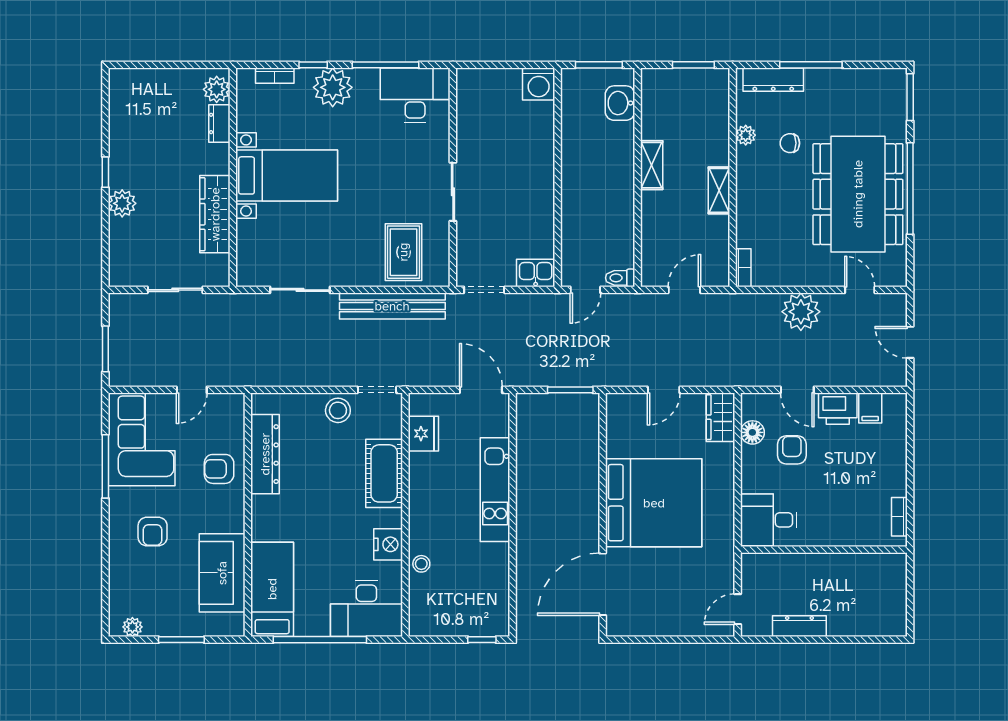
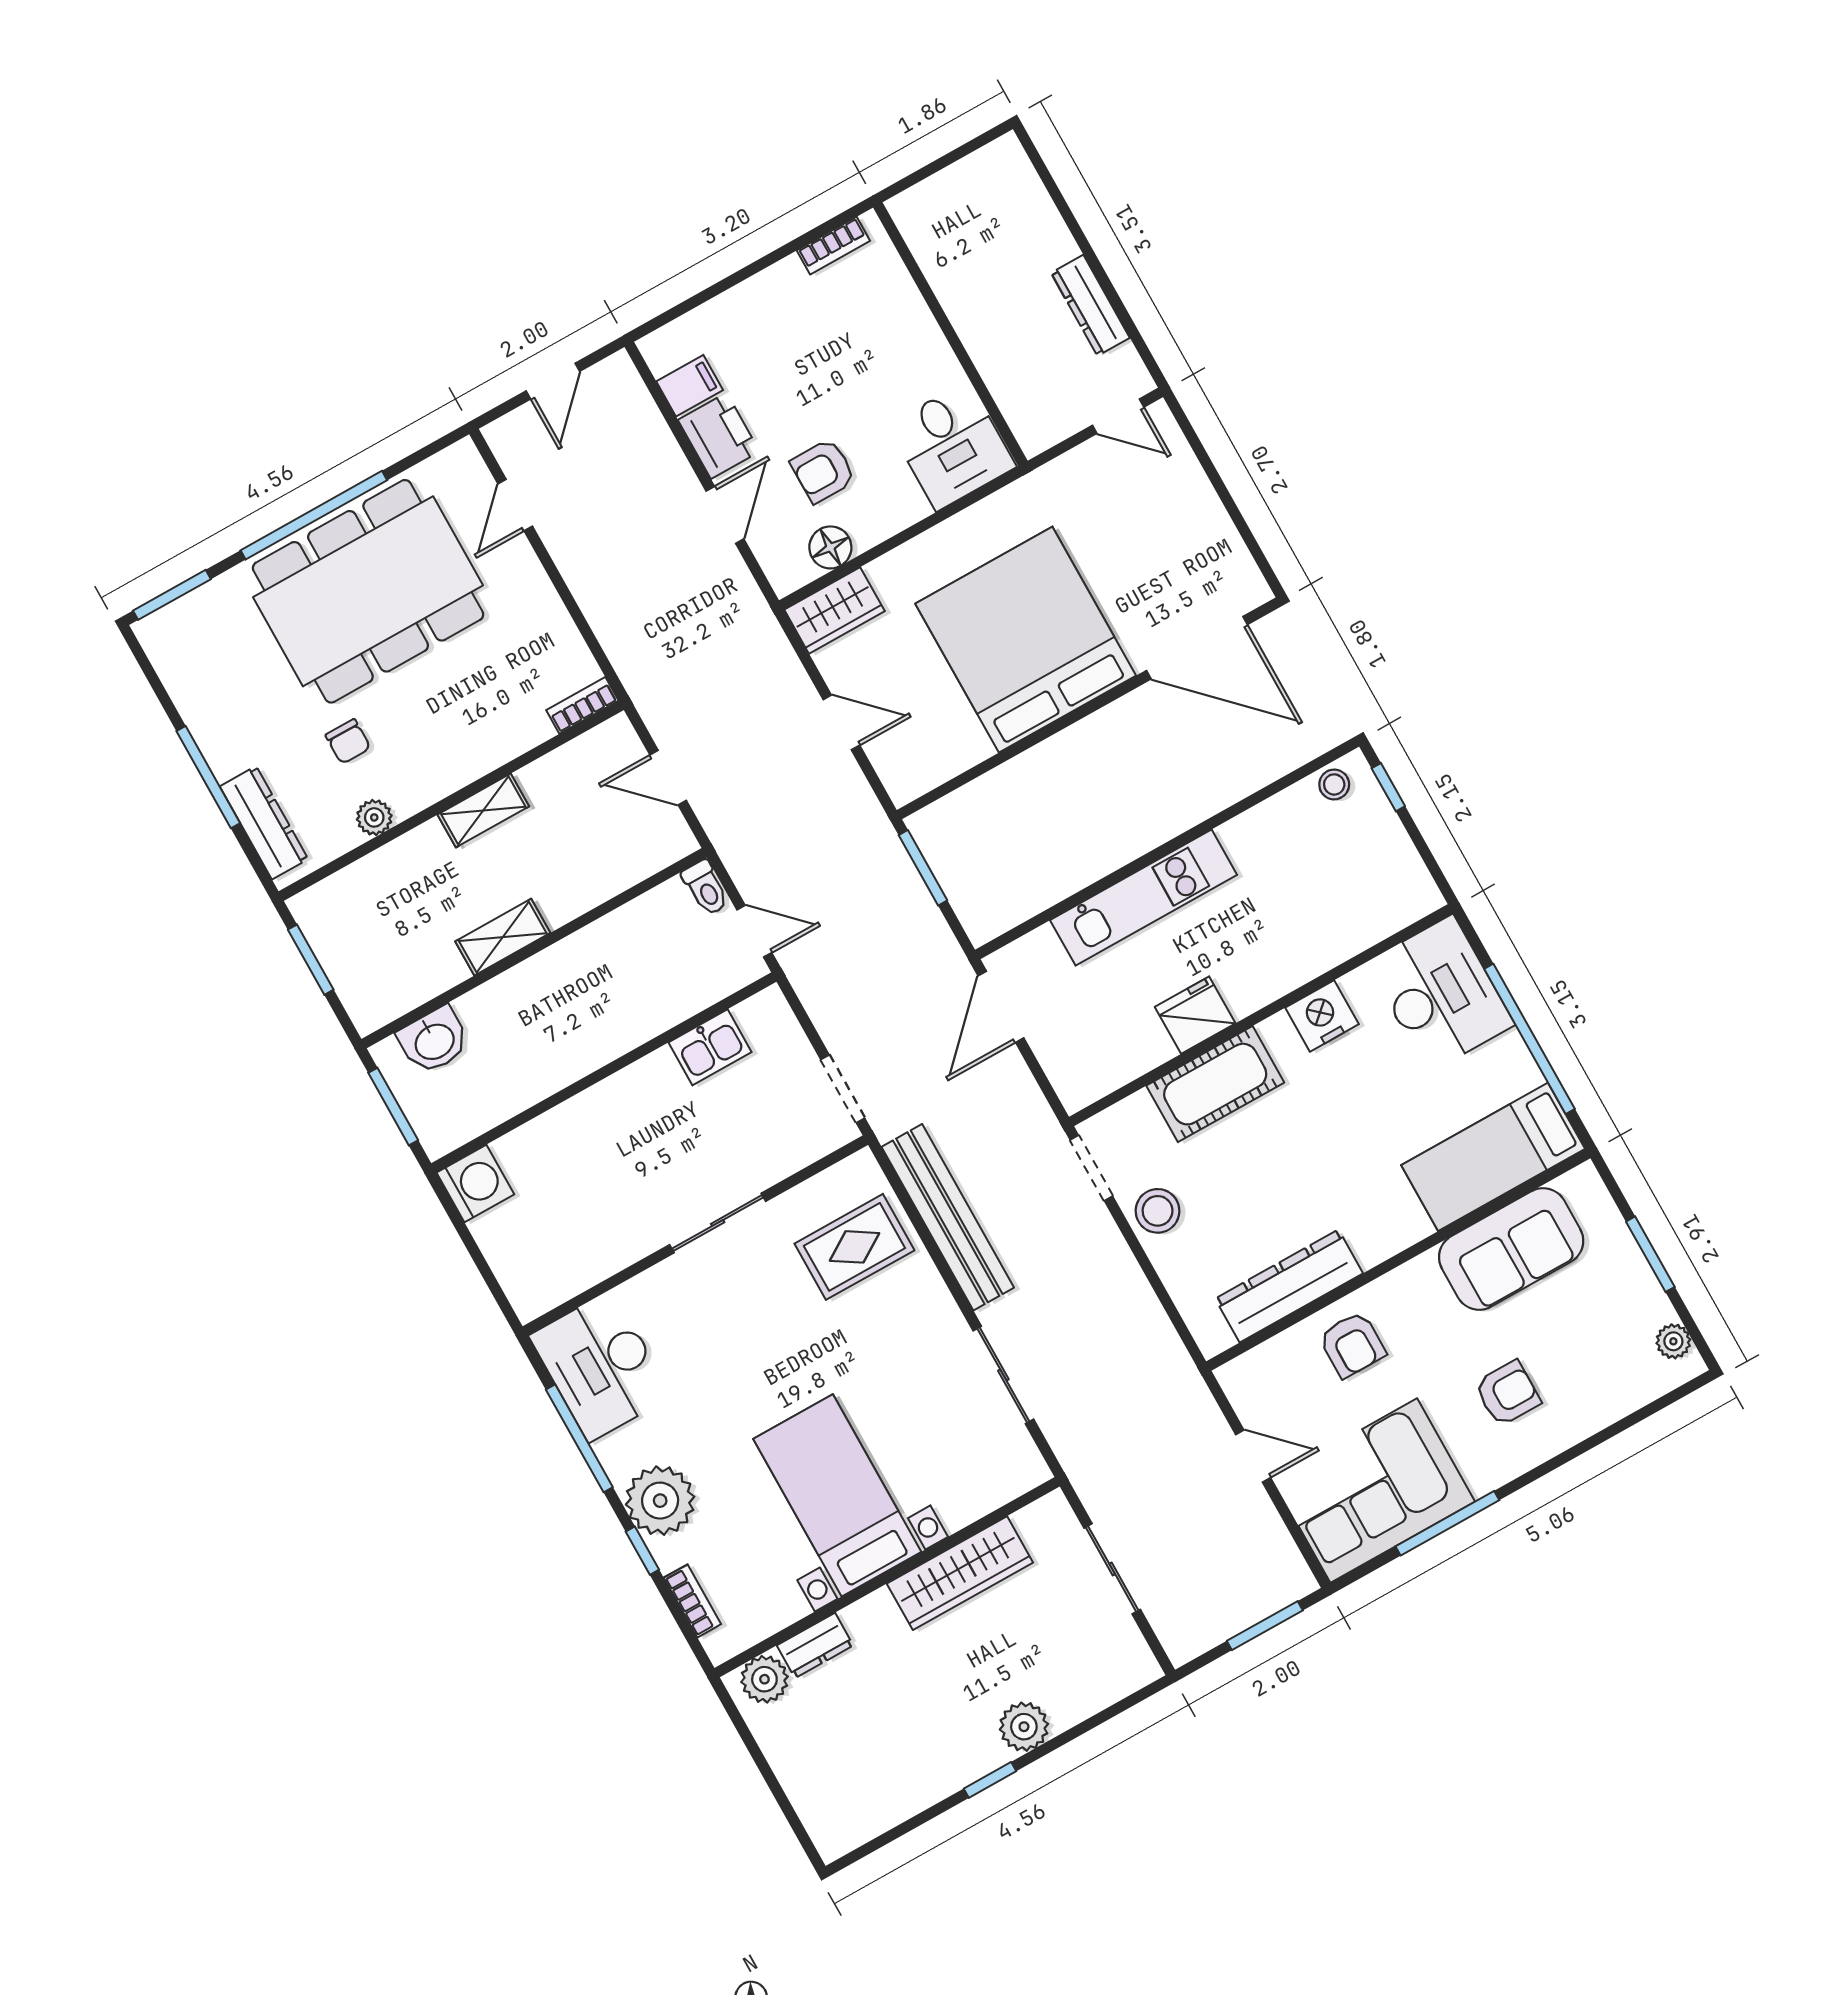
kitchen sink: (536, 273) -> (710, 1047), moved, turned -90
plant: (801, 312) -> (601, 577), removed
fridge: (423, 434) -> (1195, 1015), moved
stool: (421, 564) -> (1334, 784), moved

